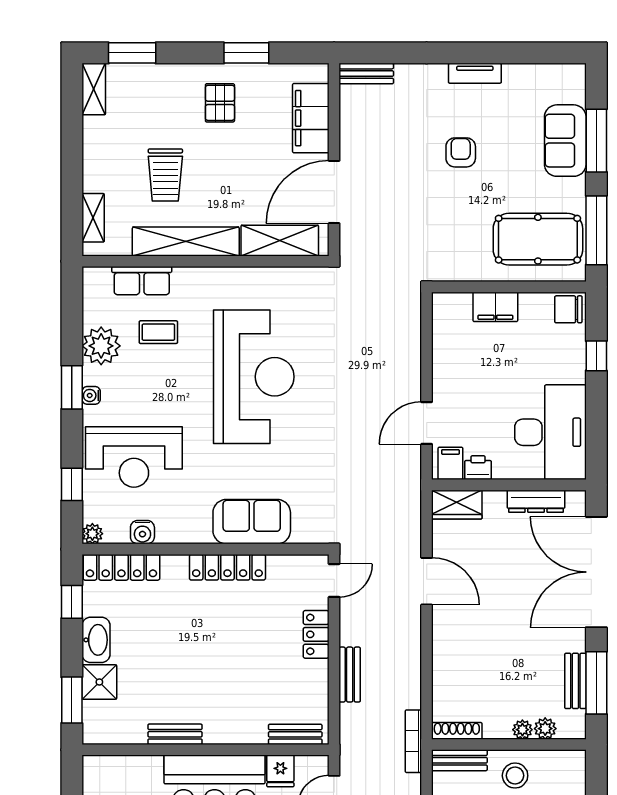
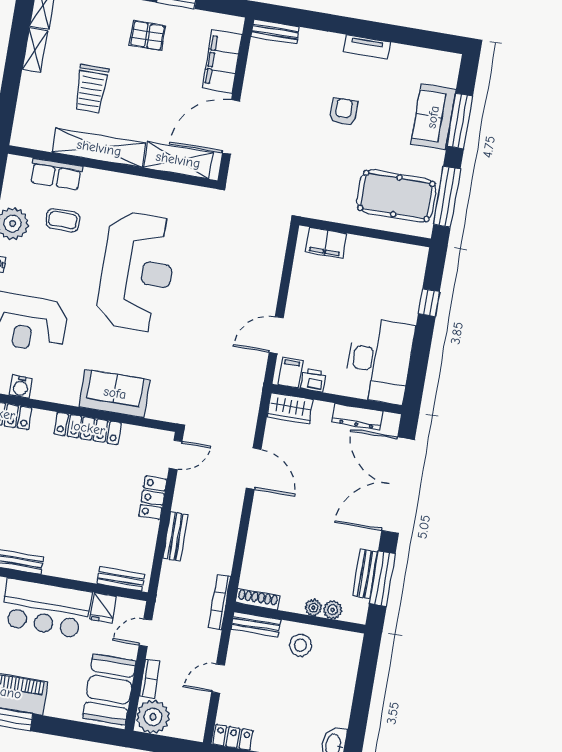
pallet: (220, 103) -> (147, 35), turned 90
shelving: (93, 218) -> (35, 50), moved
filing cabinet: (495, 307) -> (326, 243), moved
chair: (568, 309) -> (412, 259), removed

